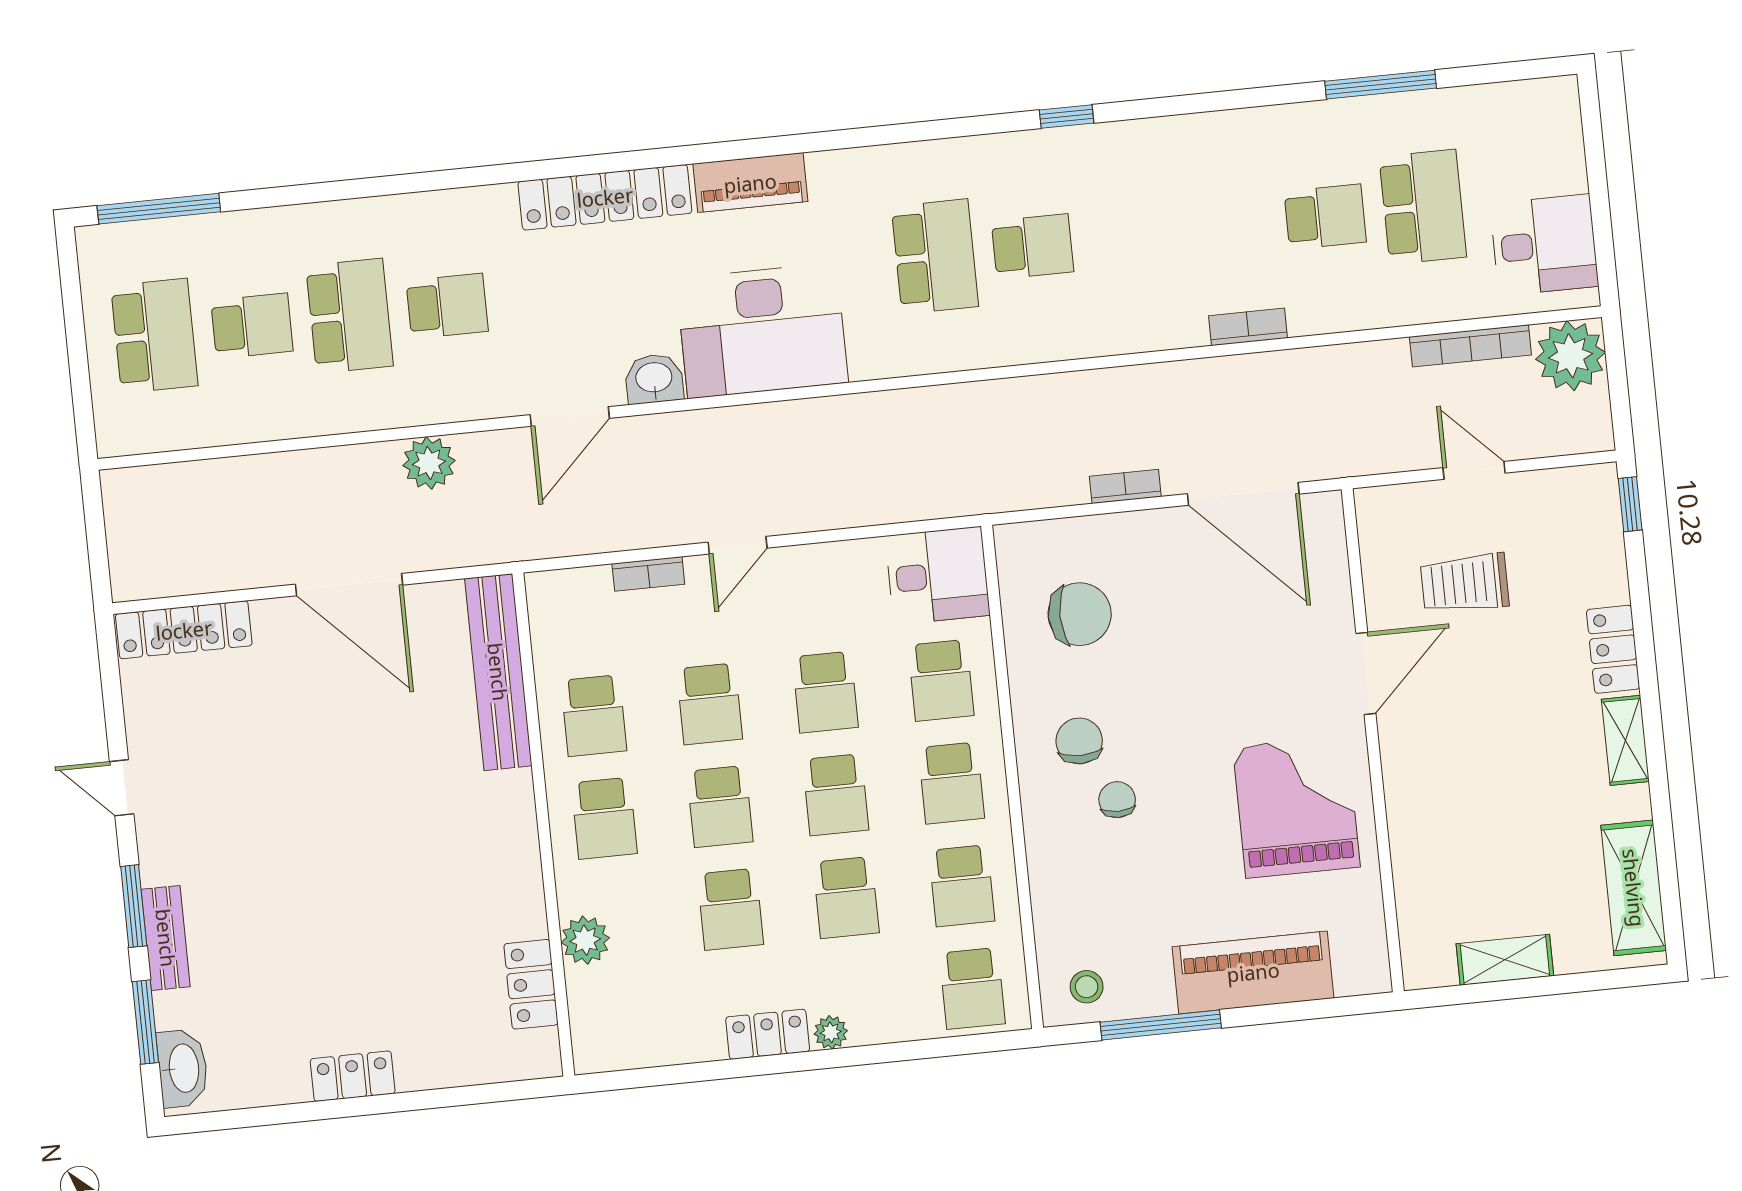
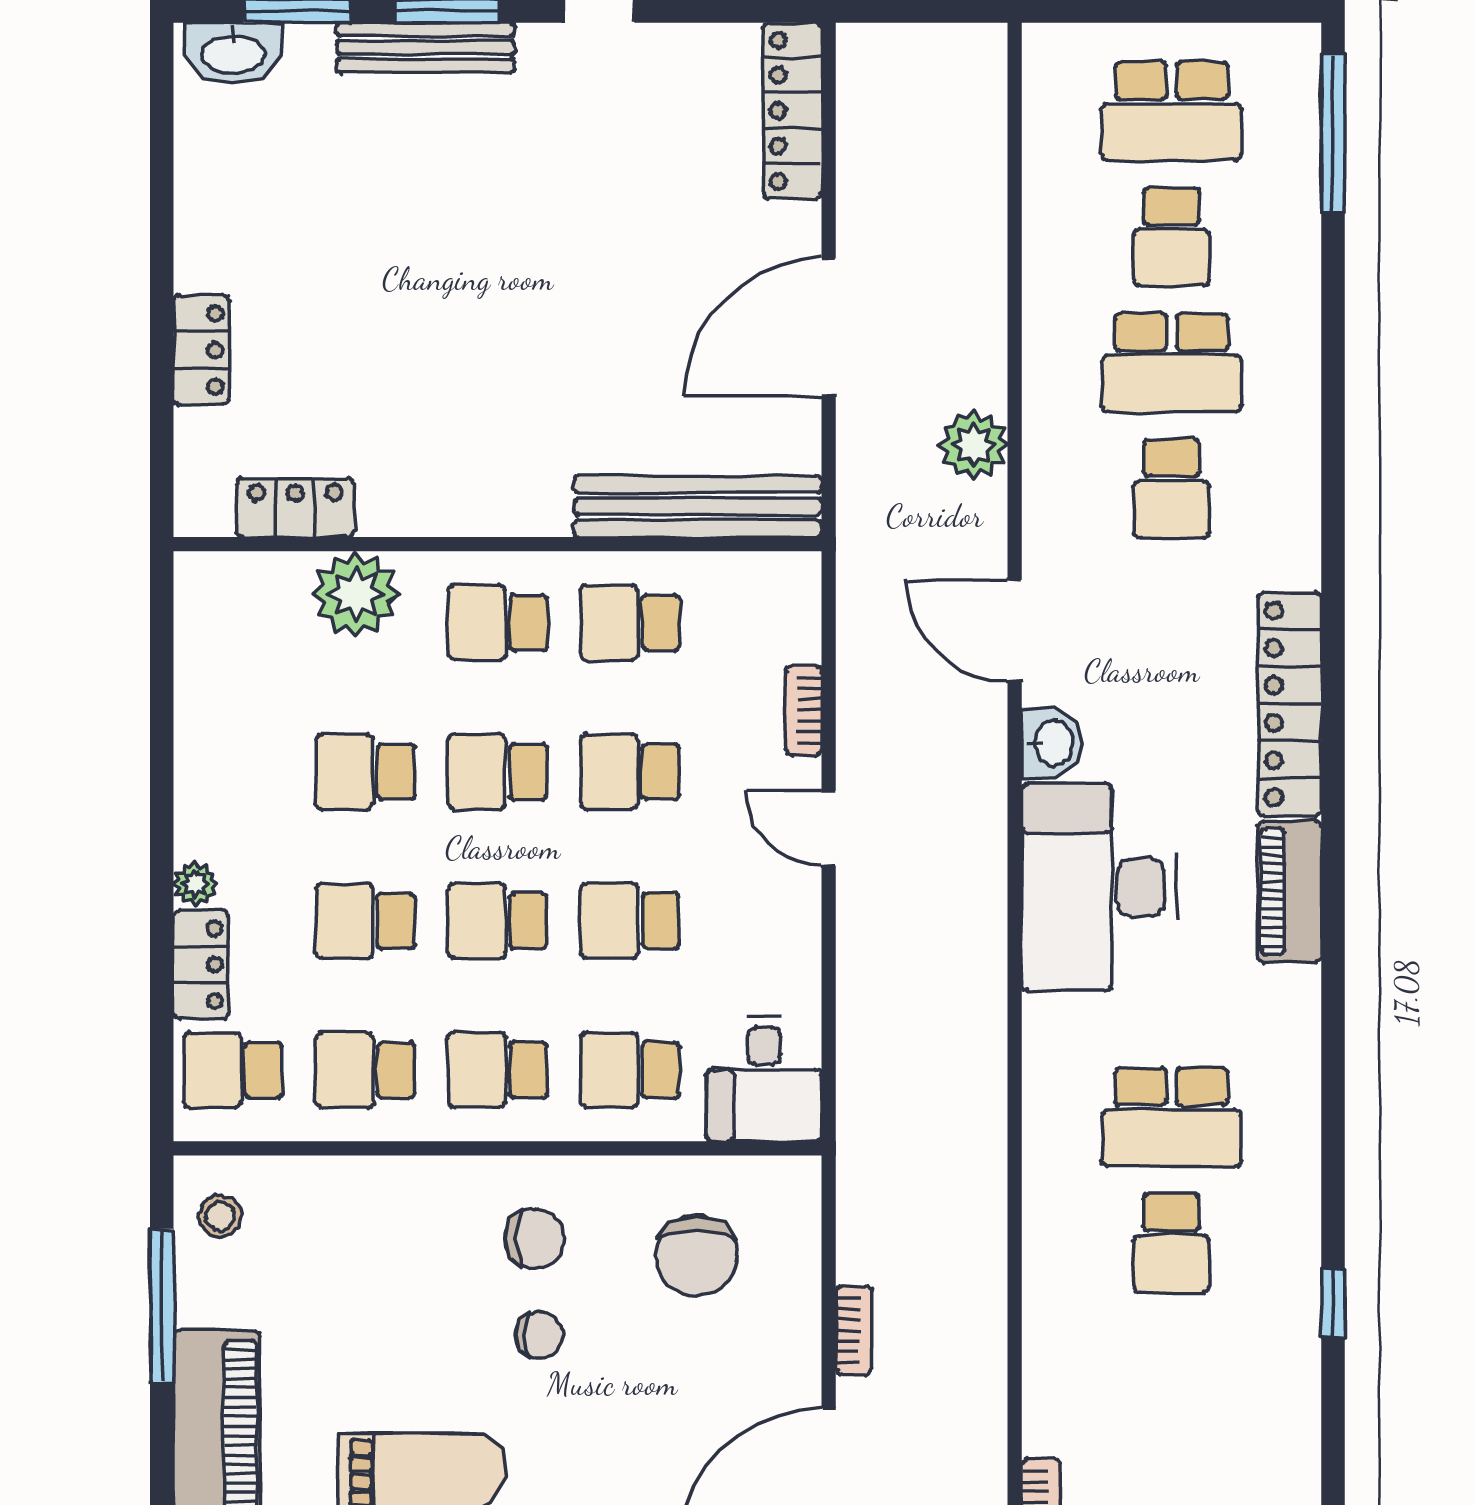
chair: (1117, 800) -> (539, 1335), moved
bench: (166, 938) -> (426, 47), width x1.36
plant: (585, 940) -> (356, 594), width x1.36, depth x1.36
locker: (768, 1034) -> (201, 965), moved
locker: (353, 1076) -> (201, 350), moved

